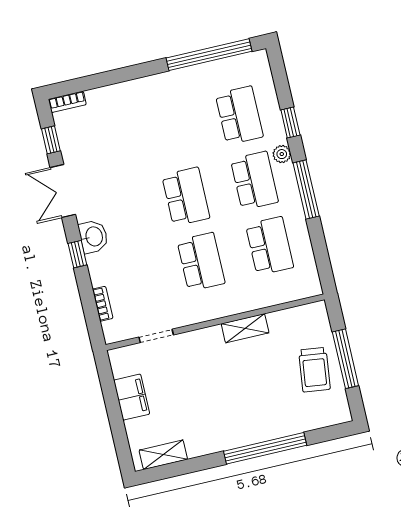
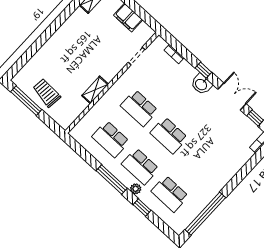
window: (345, 359) -> (26, 101), moved
window: (265, 448) -> (45, 37), removed

